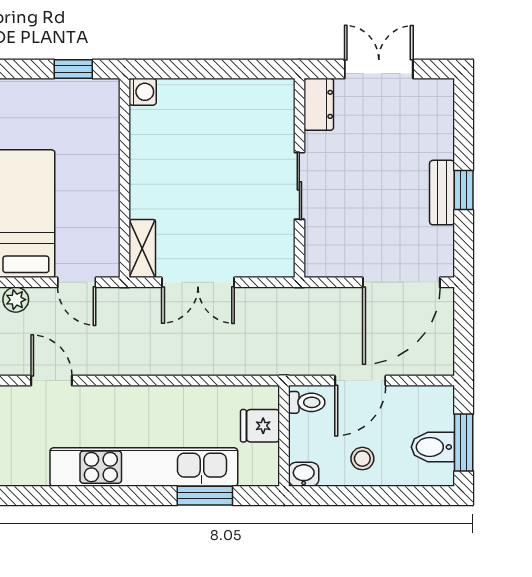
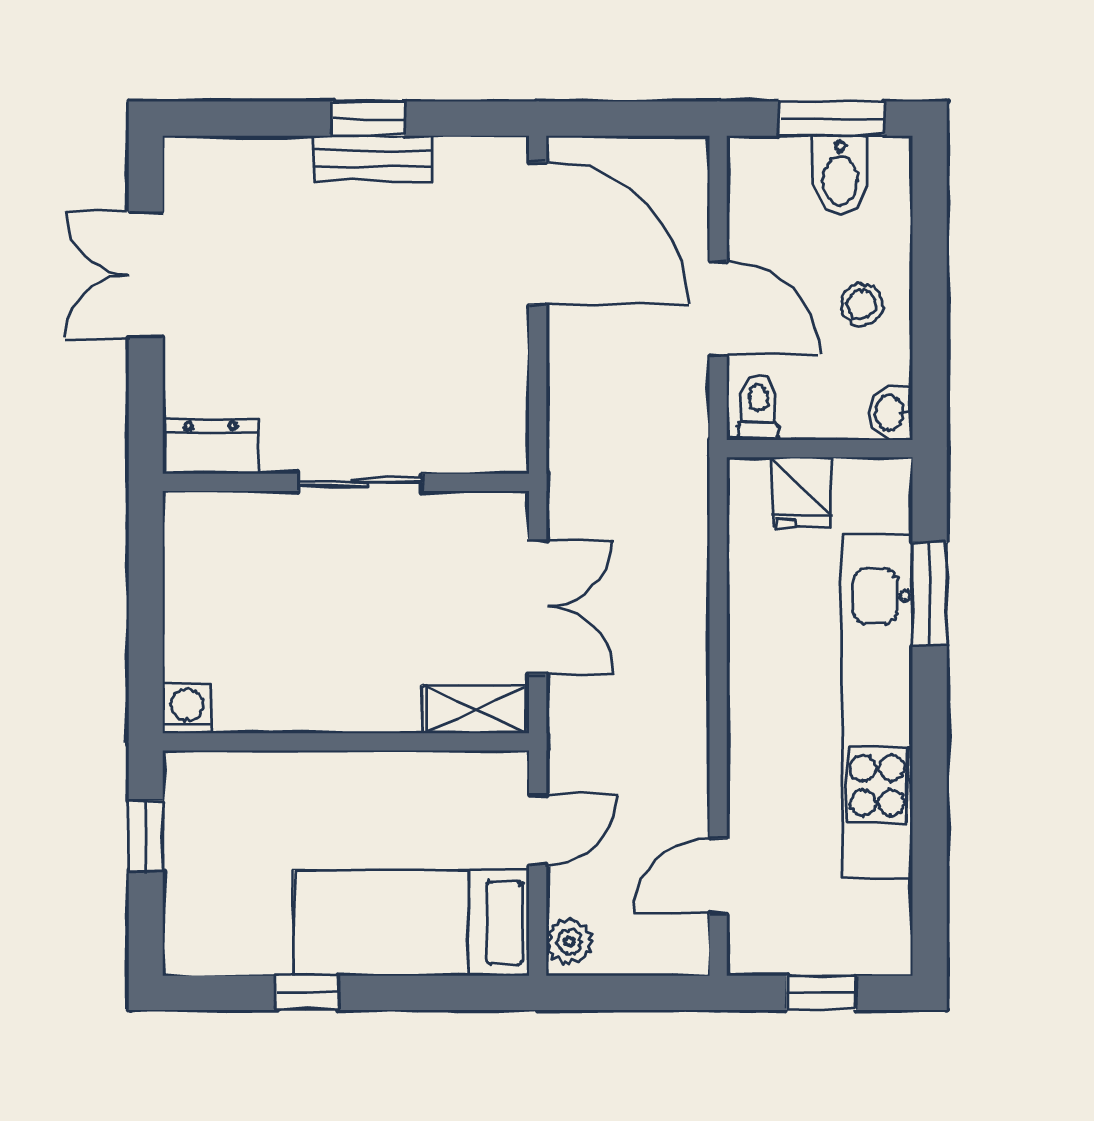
dresser: (319, 104) -> (211, 447), moved
wall: (299, 178) -> (346, 482), moved
sliding door: (299, 186) -> (360, 482), moved

